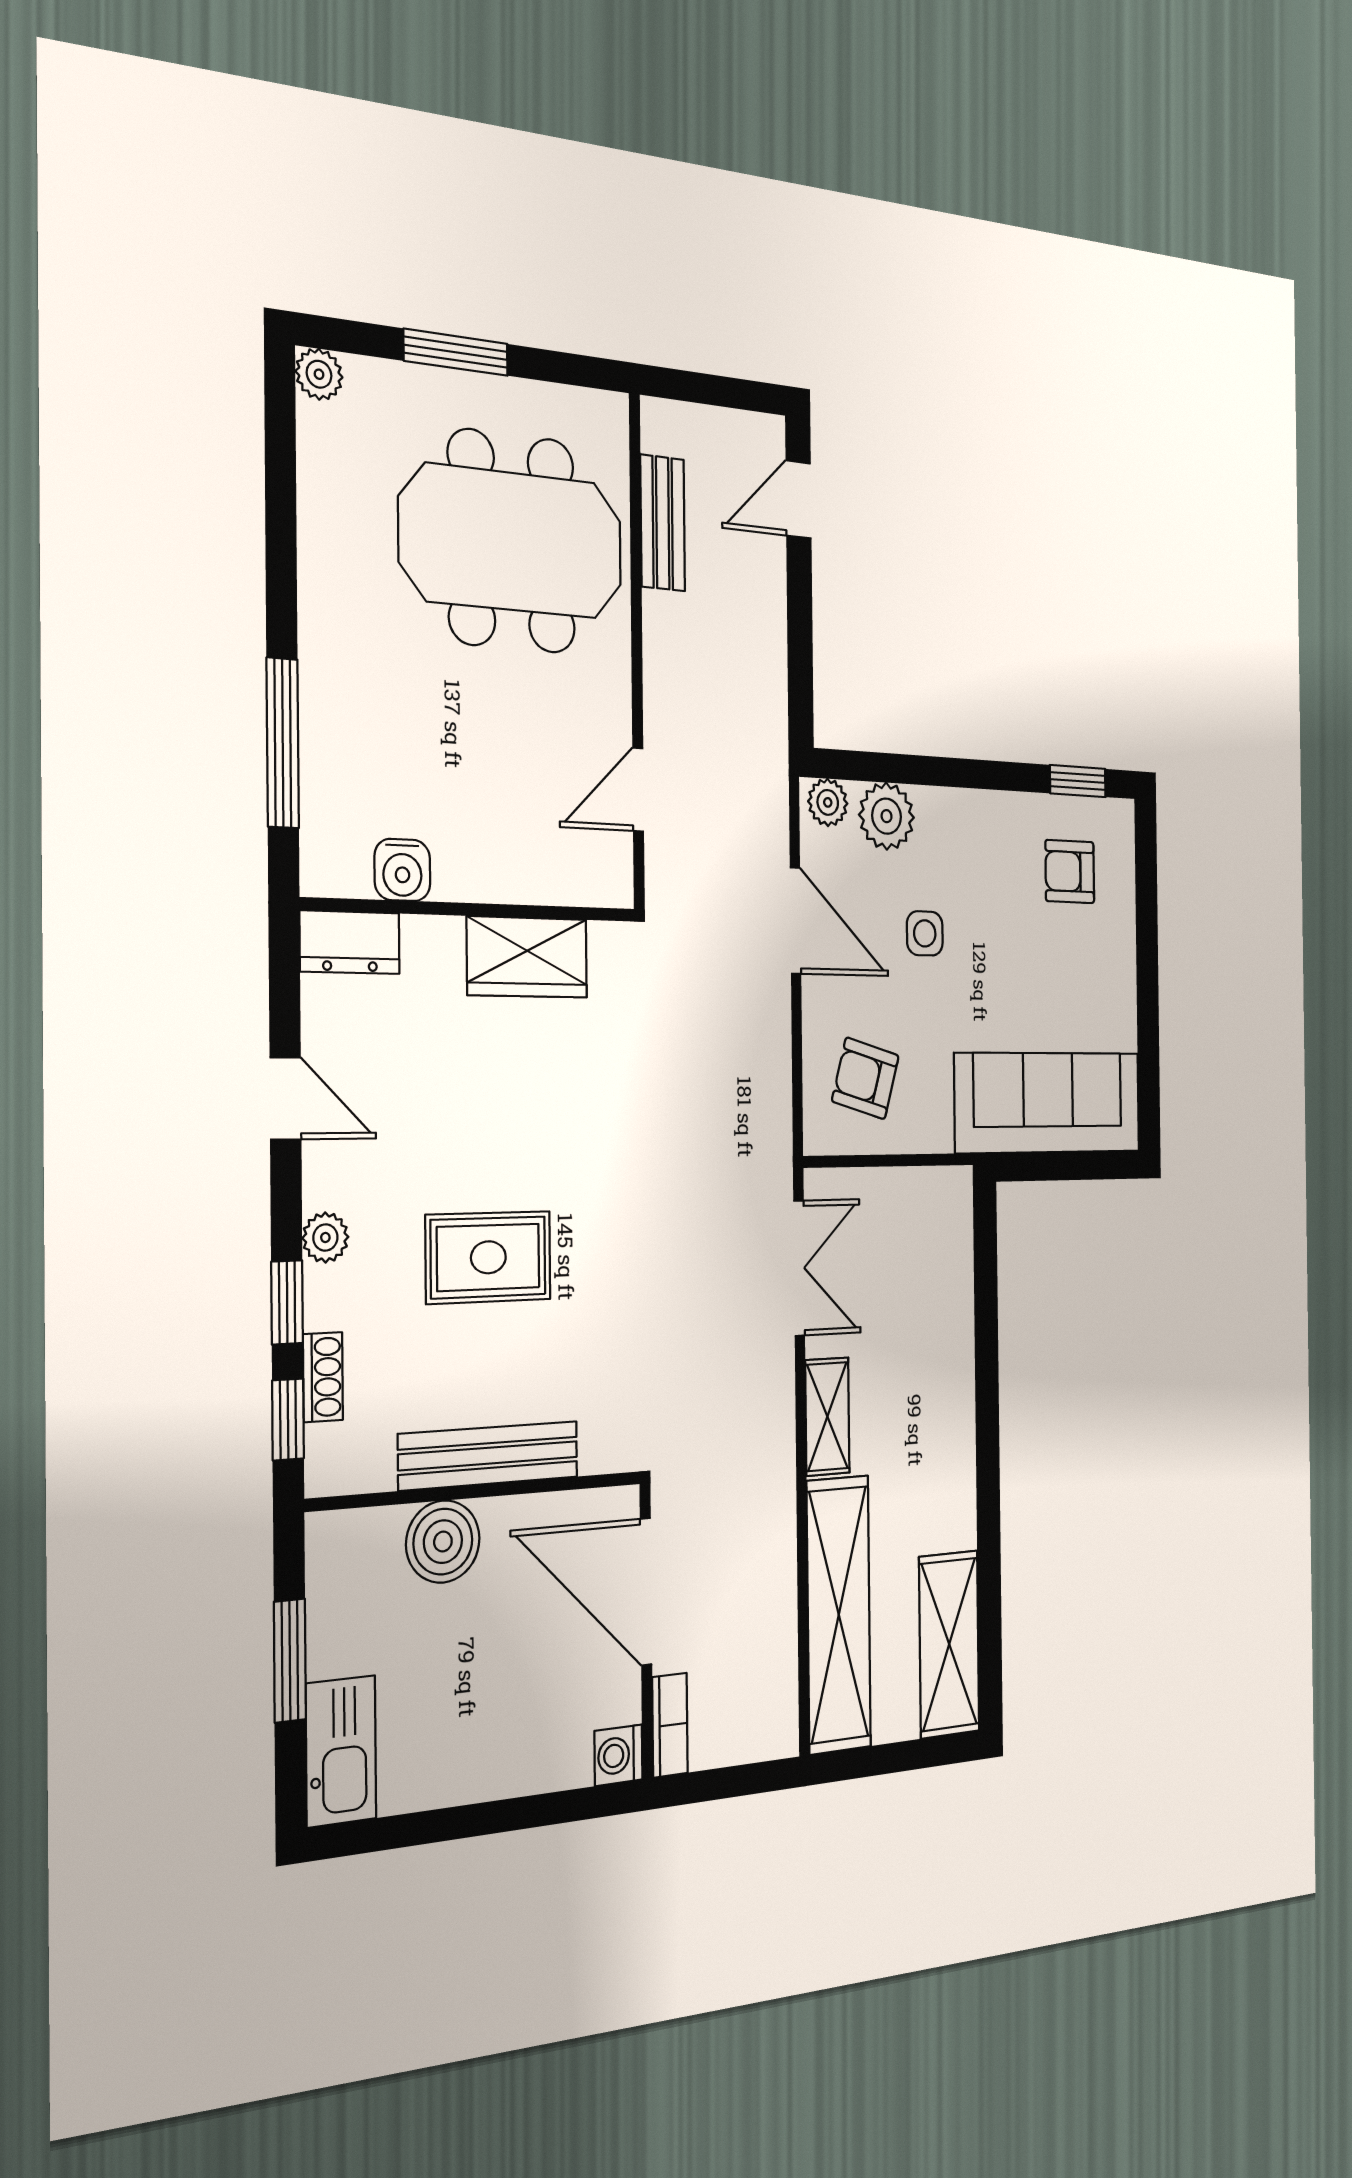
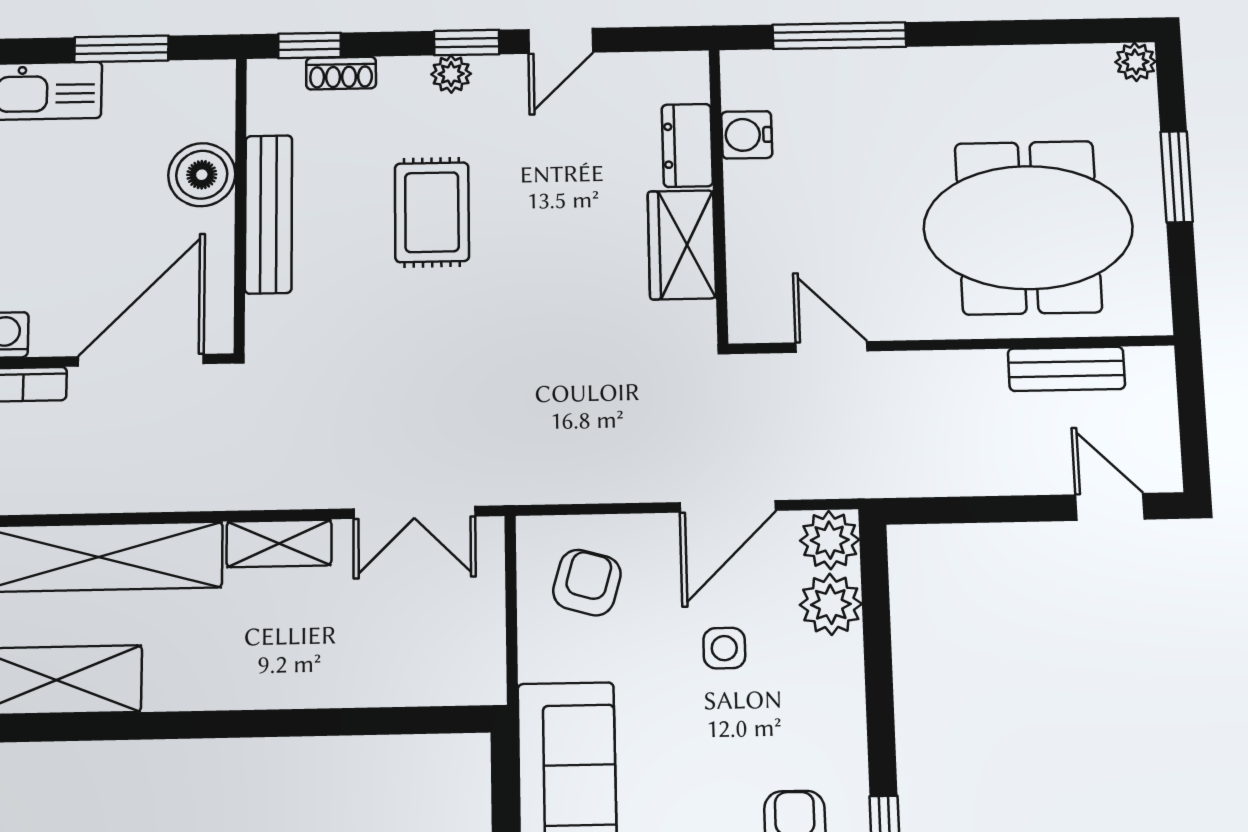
meeting table: (512, 541) -> (1028, 227), turned 90
plant: (828, 802) -> (830, 540), width x1.38, depth x1.38
dresser: (350, 942) -> (687, 145), moved
window: (287, 1302) -> (467, 43), moved

